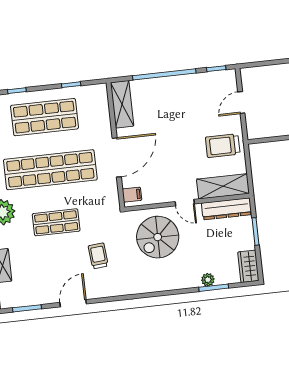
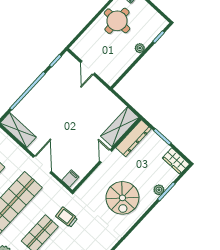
trolley: (223, 146) -> (99, 103), removed
door: (117, 157) -> (42, 164), width x0.73
door: (185, 203) -> (106, 156), swing flipped
spiral stairs: (158, 237) -> (122, 198), moved
trolley: (98, 256) -> (67, 217), moved

